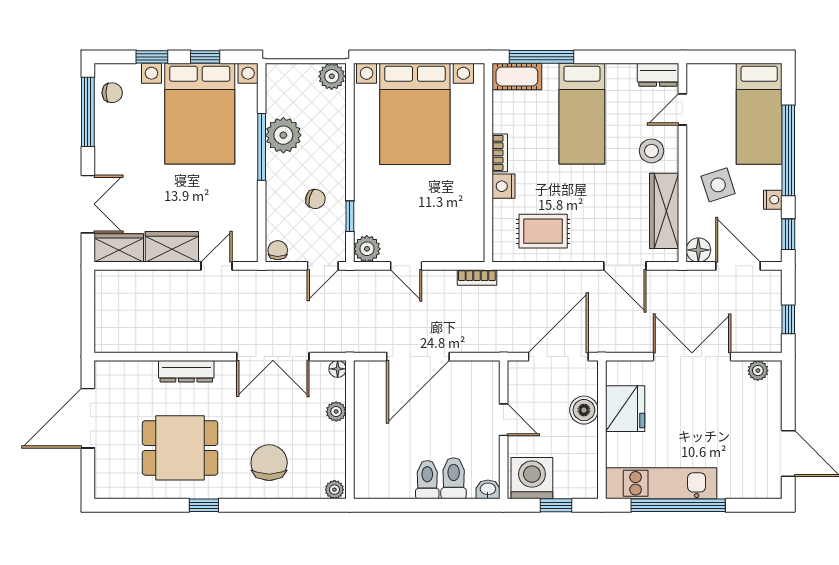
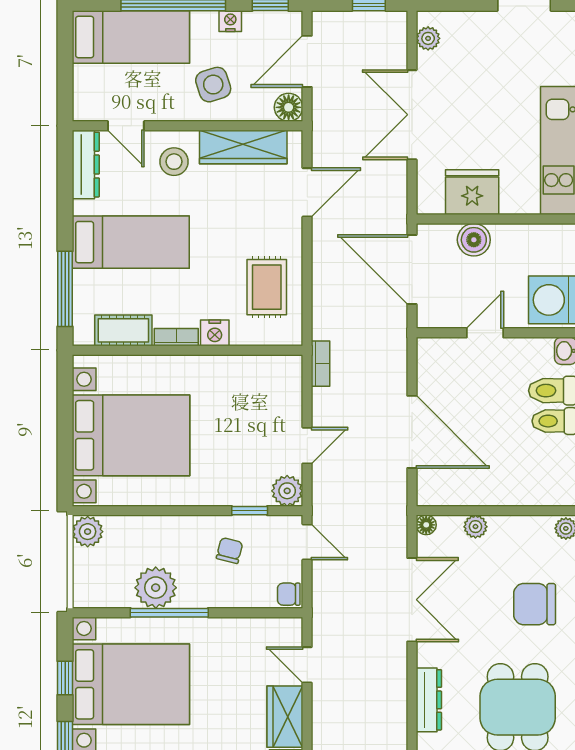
dresser: (658, 75) -> (86, 165), width x1.44
cot: (517, 77) -> (123, 330), moved, turned 90

